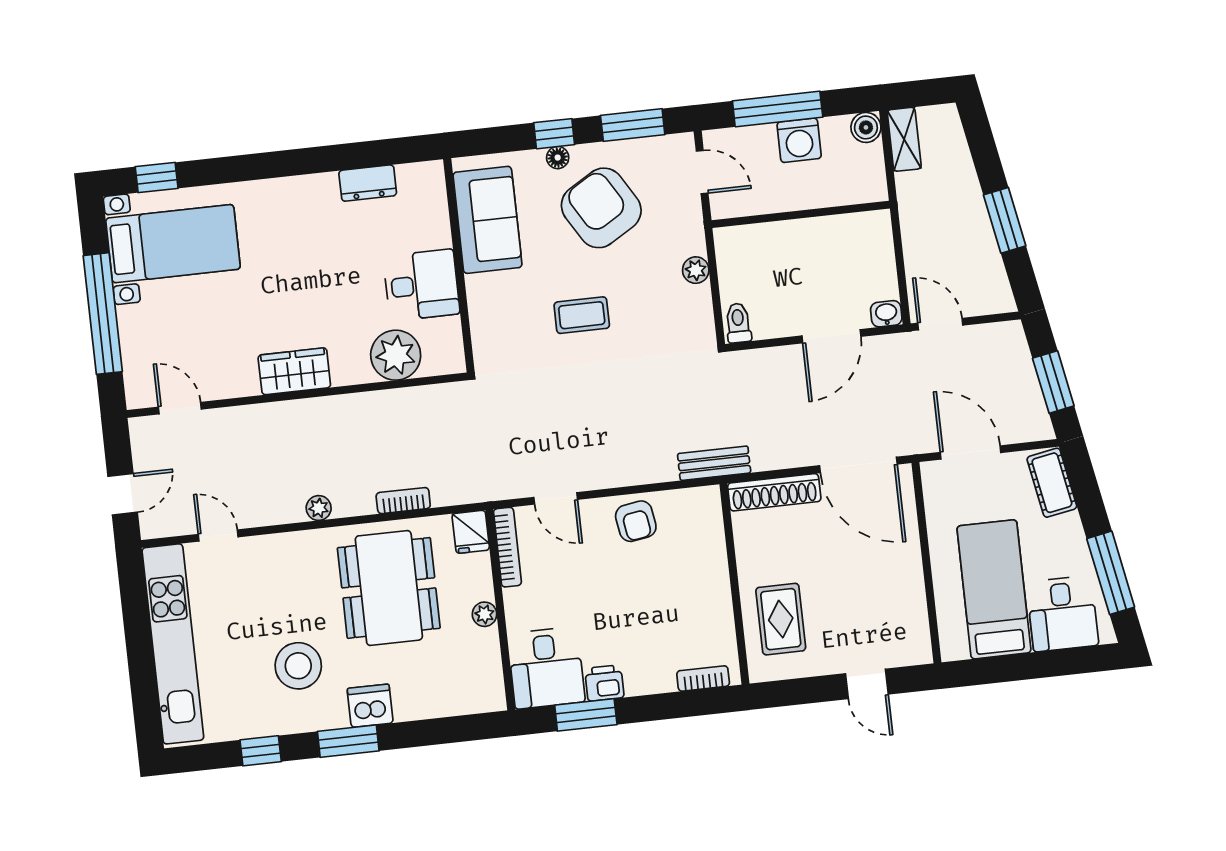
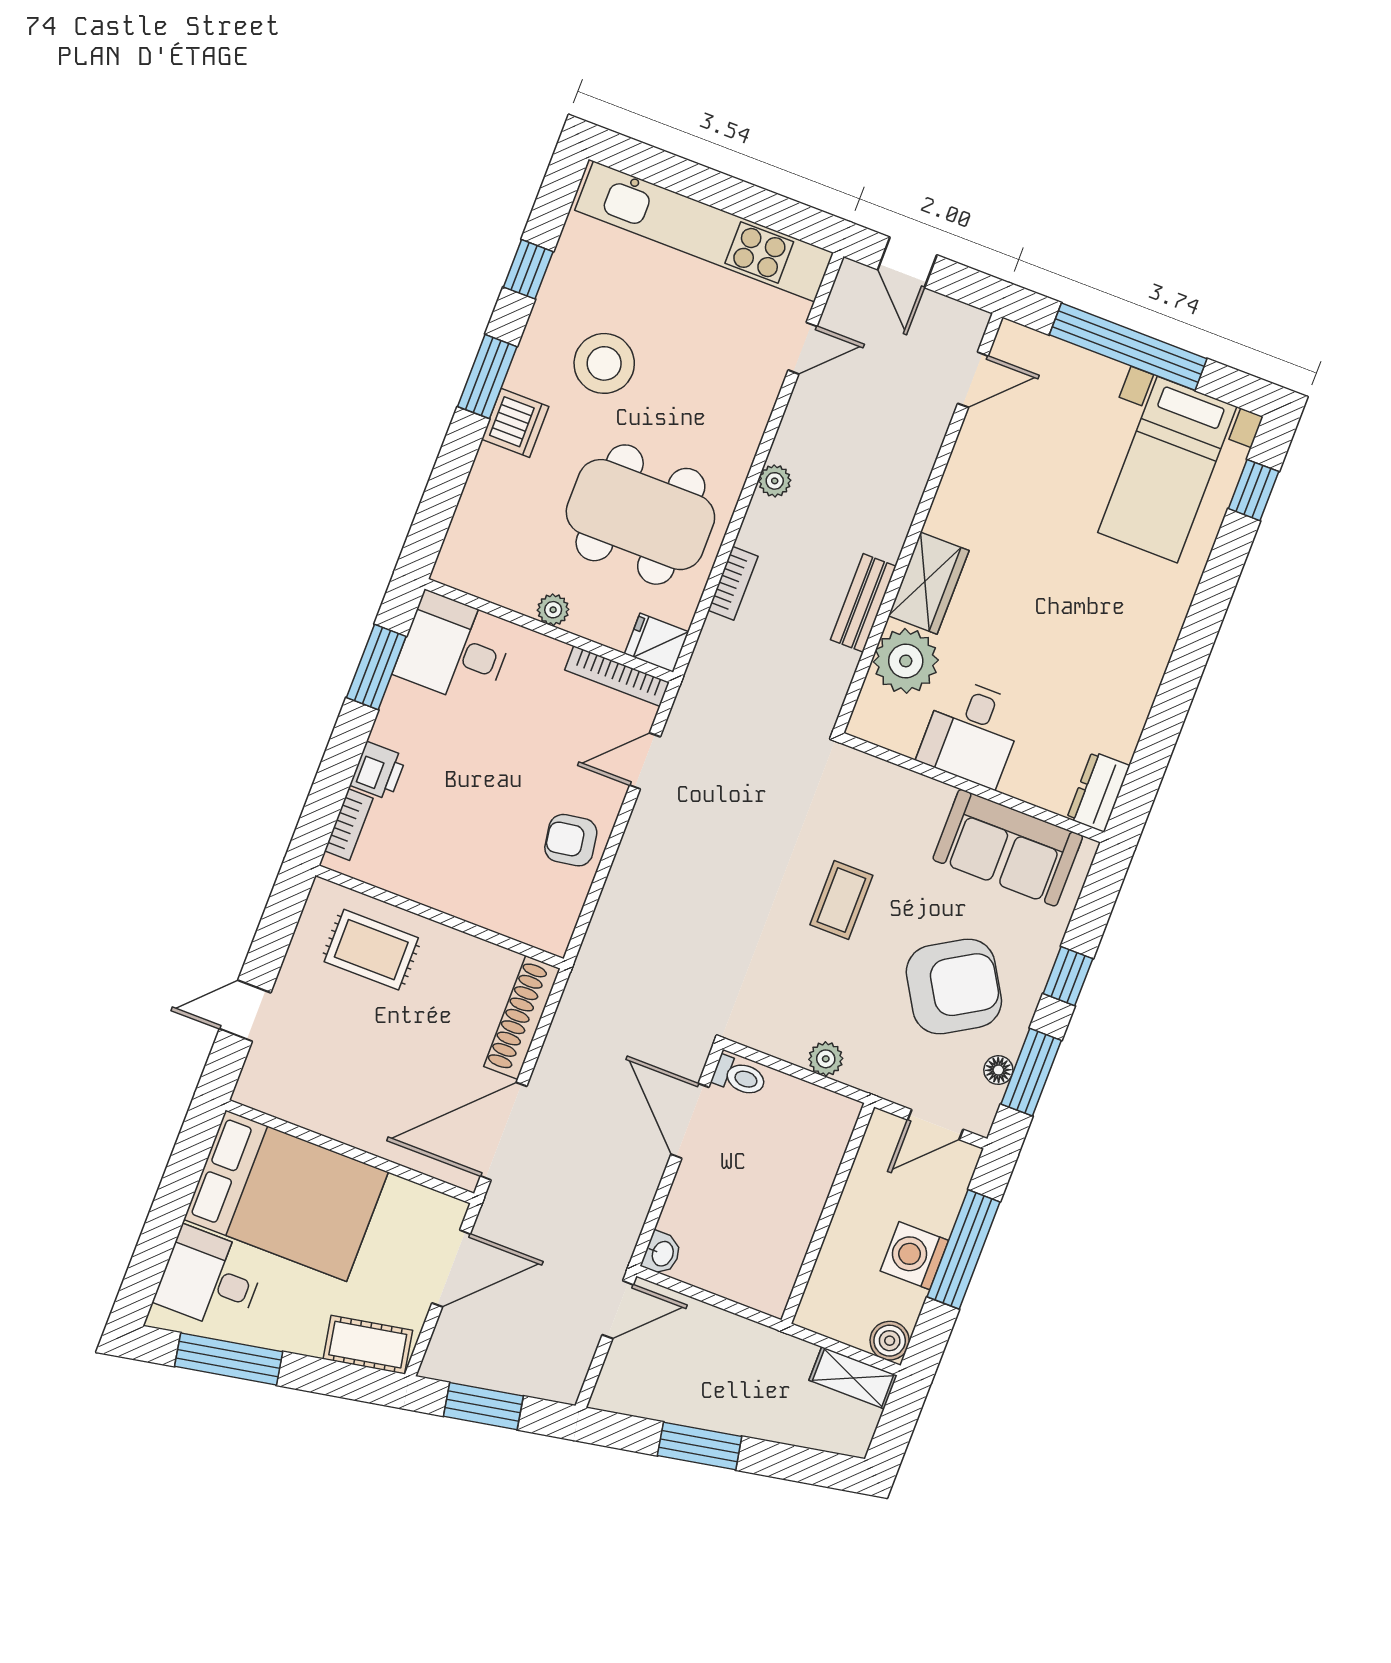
floor lamp: (558, 158) -> (998, 1070), moved
dresser: (368, 183) -> (1098, 792), moved
door: (831, 336) -> (690, 1121), moved
wardrobe: (294, 371) -> (929, 583), moved
bench: (714, 463) -> (863, 603), moved
bed: (994, 589) -> (286, 1196), width x1.50
printer: (604, 683) -> (378, 771), moved

